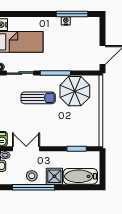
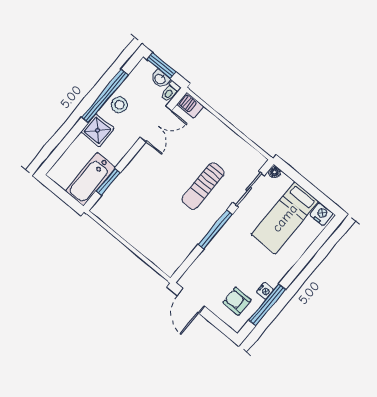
armchair: (83, 31) -> (237, 301), added
parasol: (75, 91) -> (176, 234), removed
bathtub: (80, 176) -> (90, 179), moved, turned 180

